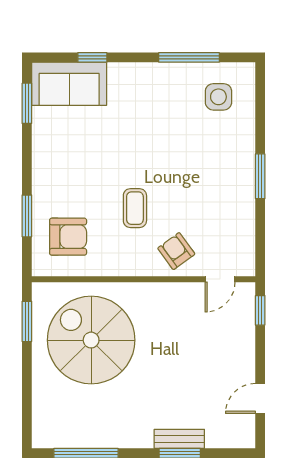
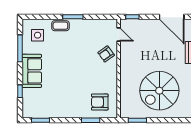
sofa: (69, 84) -> (32, 71), moved
coffee table: (135, 208) -> (60, 26), moved
armchair: (68, 237) -> (100, 102), turned -90
spiral stairs: (91, 340) -> (159, 91), moved
door: (260, 398) -> (172, 17), width x1.88

